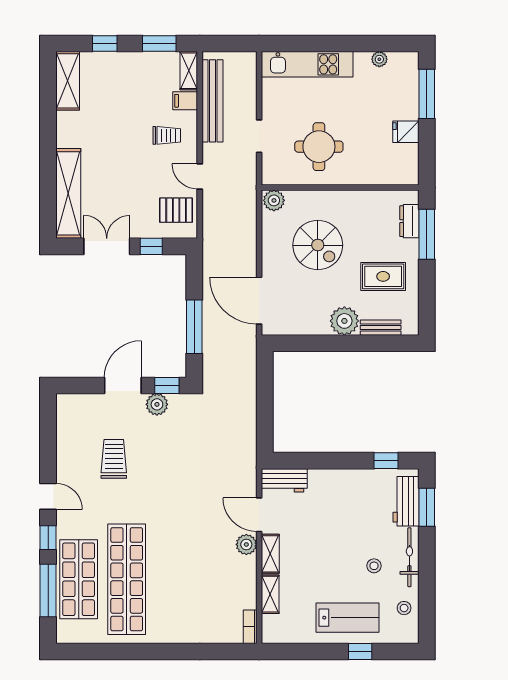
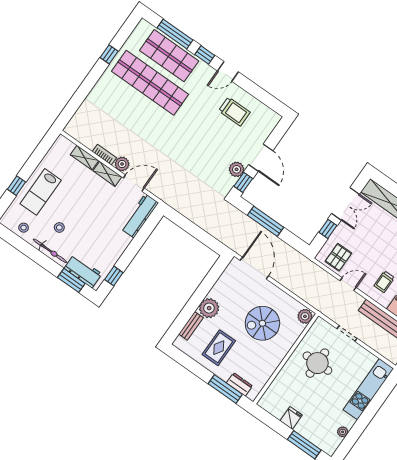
door: (259, 301) -> (254, 268), hinge flipped
trolley: (114, 459) -> (234, 112), moved
workbench: (284, 480) -> (140, 216), width x1.38
bookcase: (250, 627) -> (104, 155), moved
window: (127, 652) -> (109, 54), added

